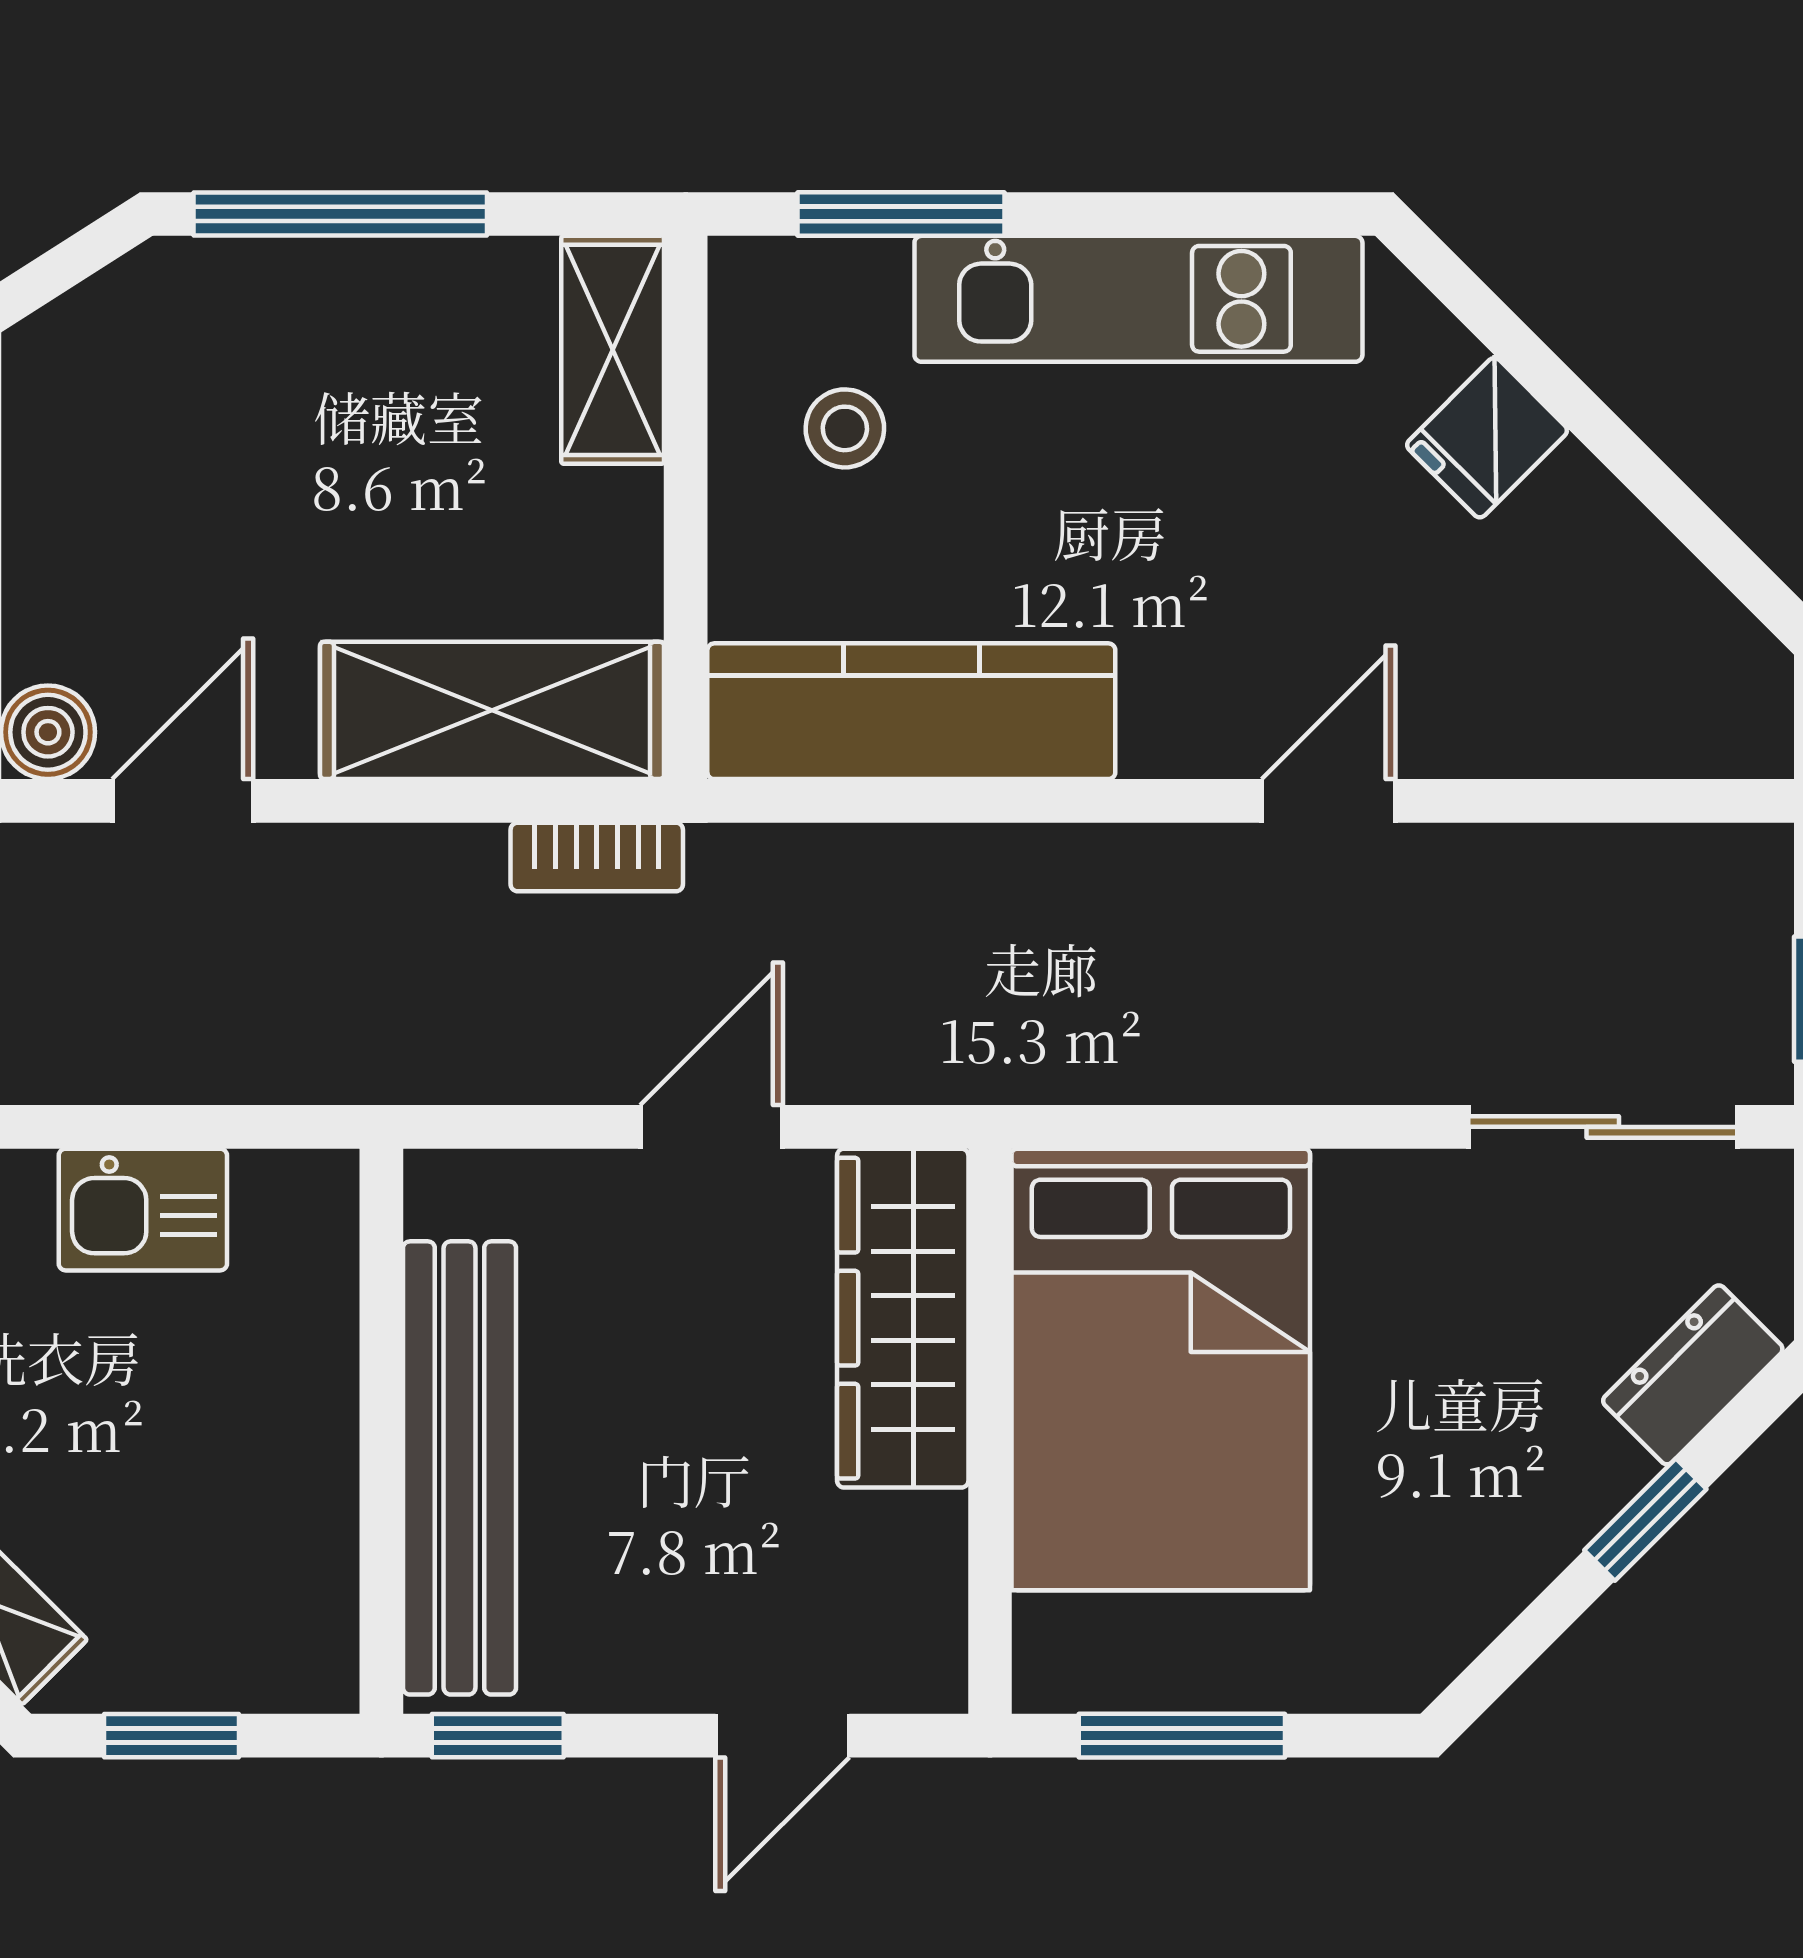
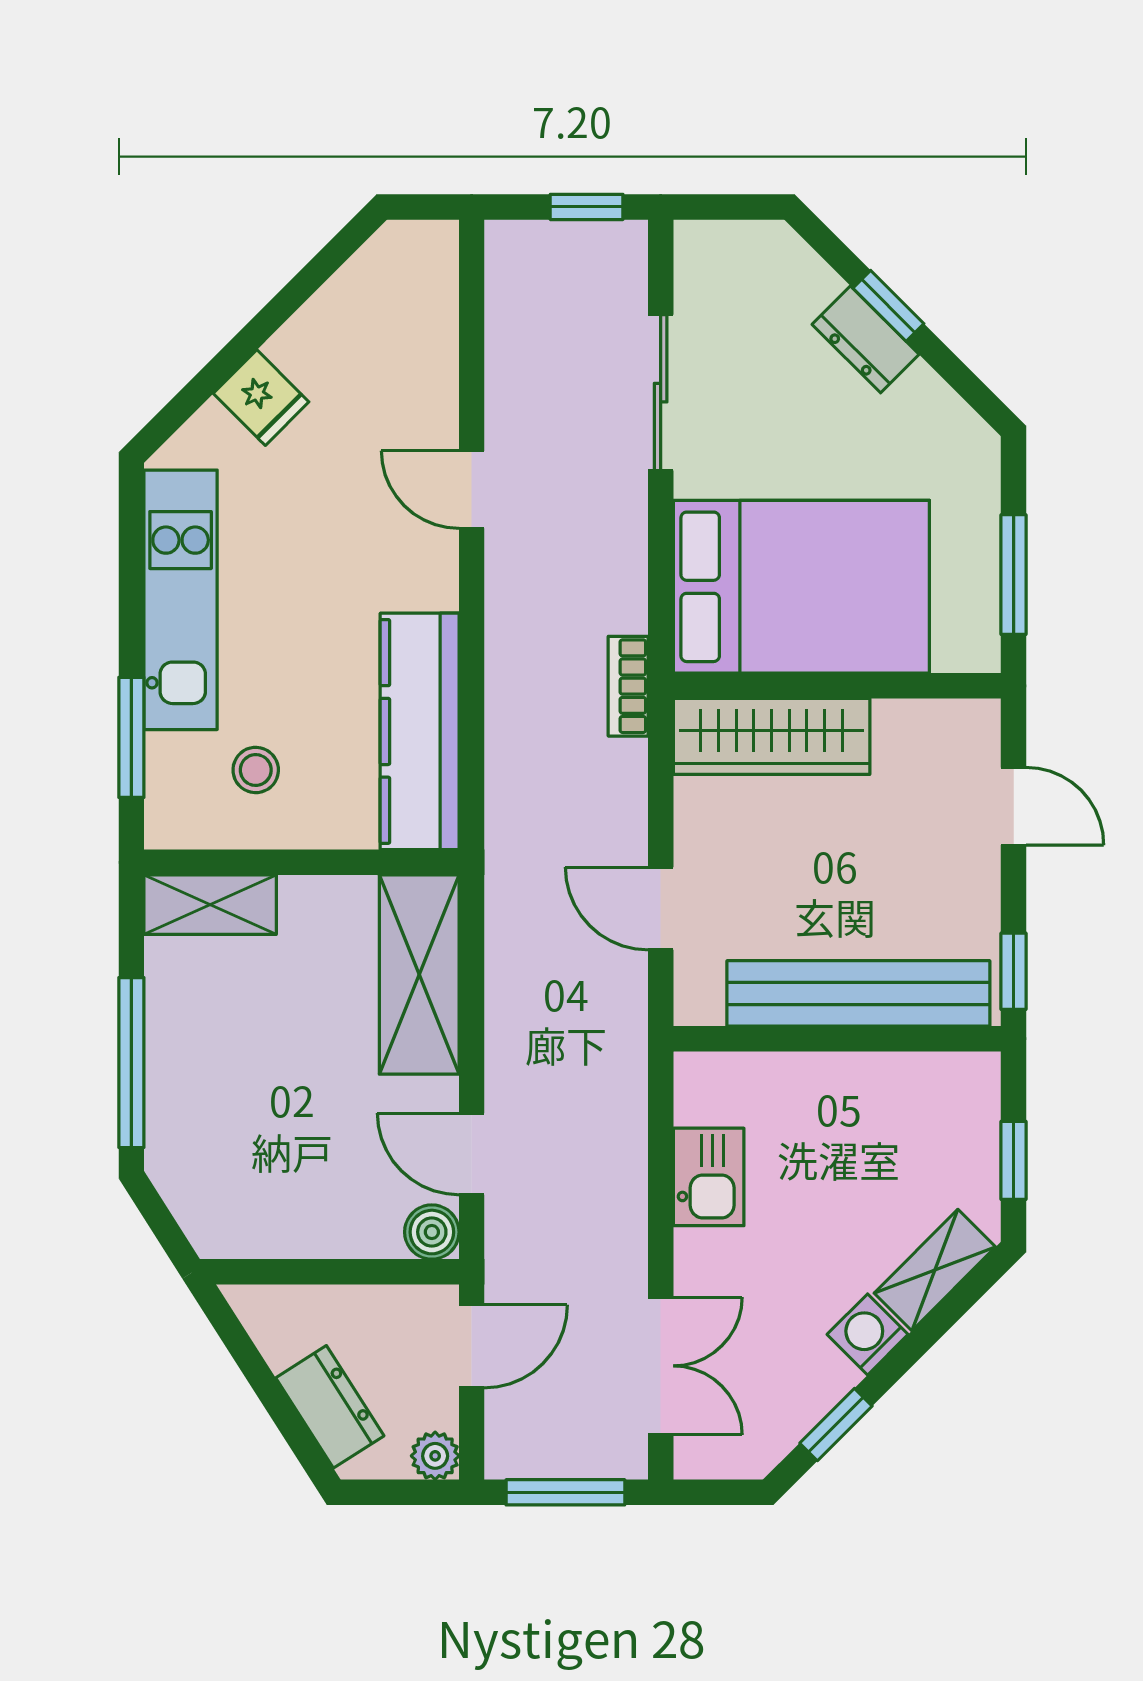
bookcase: (597, 857) -> (628, 686), moved, turned 180
door: (711, 1127) -> (661, 908), moved
sliding door: (1603, 1127) -> (661, 393), moved
dresser: (1693, 1375) -> (865, 339), moved

